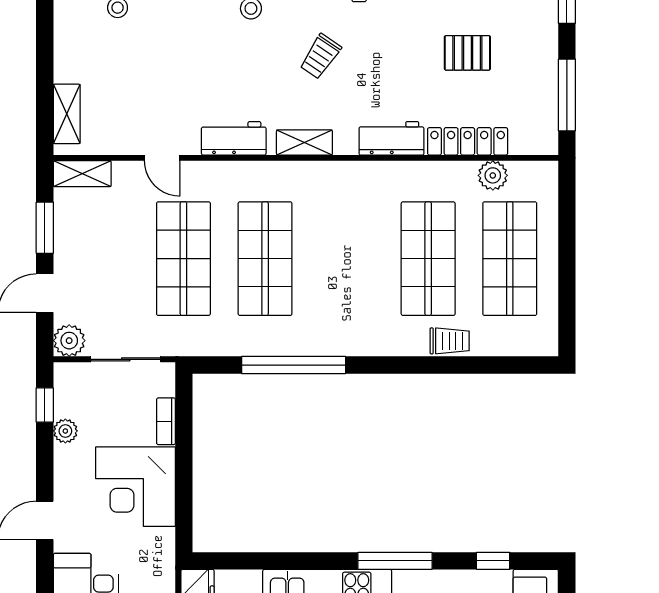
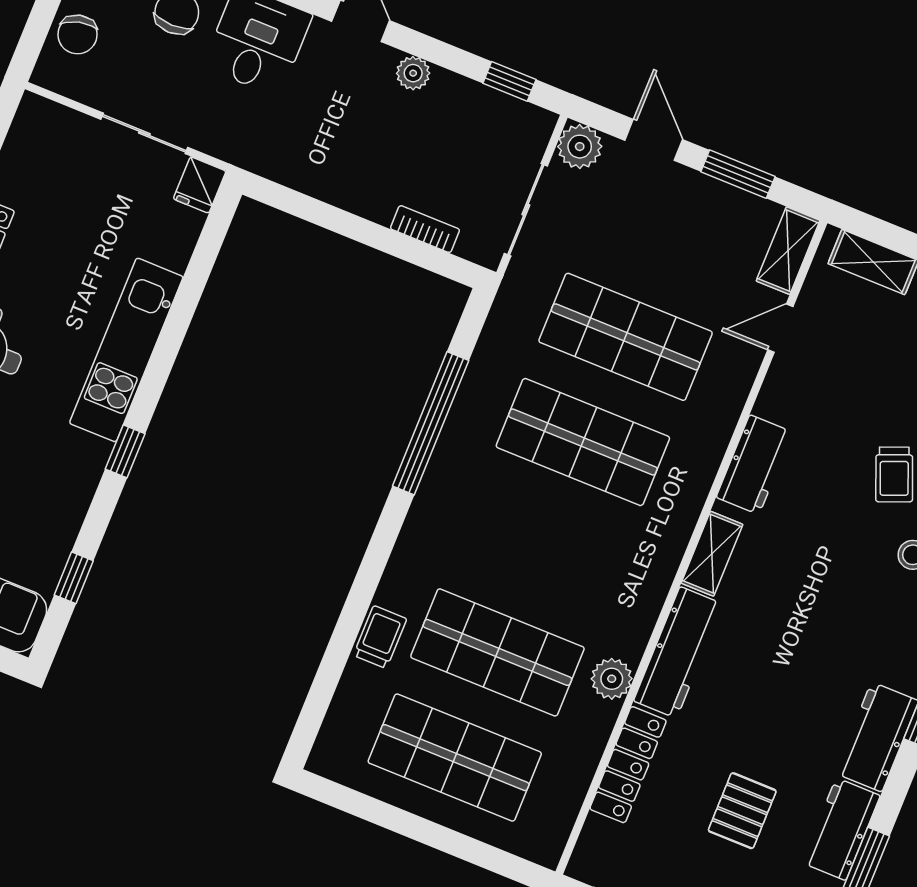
trolley: (320, 56) -> (894, 474), moved, turned -146
workbench: (391, 138) -> (678, 652), width x1.38
door: (162, 158) -> (780, 328), moved
plant: (493, 175) -> (612, 679), moved
trolley: (450, 341) -> (380, 637), turned 180
plant: (65, 431) -> (413, 73), moved
corner desk: (135, 487) -> (357, 156), removed
window: (395, 561) -> (125, 451), width x0.46

